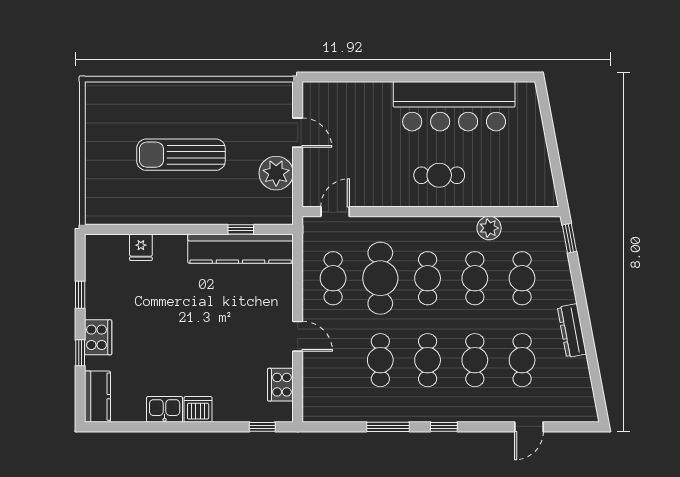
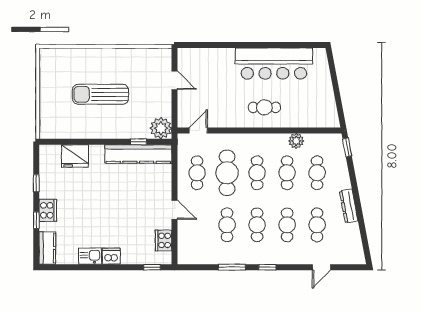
plant: (276, 173) -> (161, 128), moved
fridge: (141, 247) -> (75, 156), width x1.88, depth x1.34

